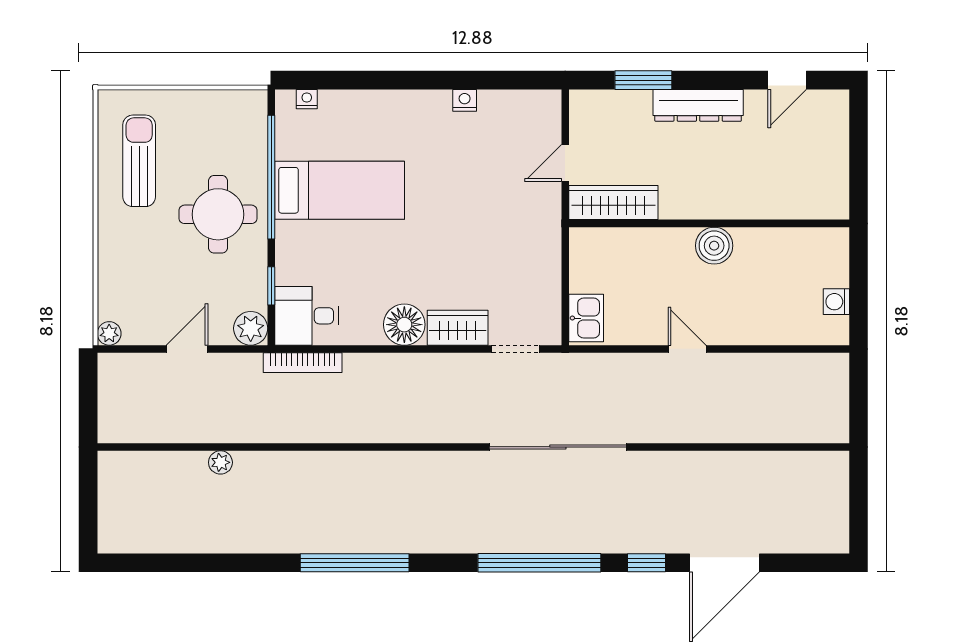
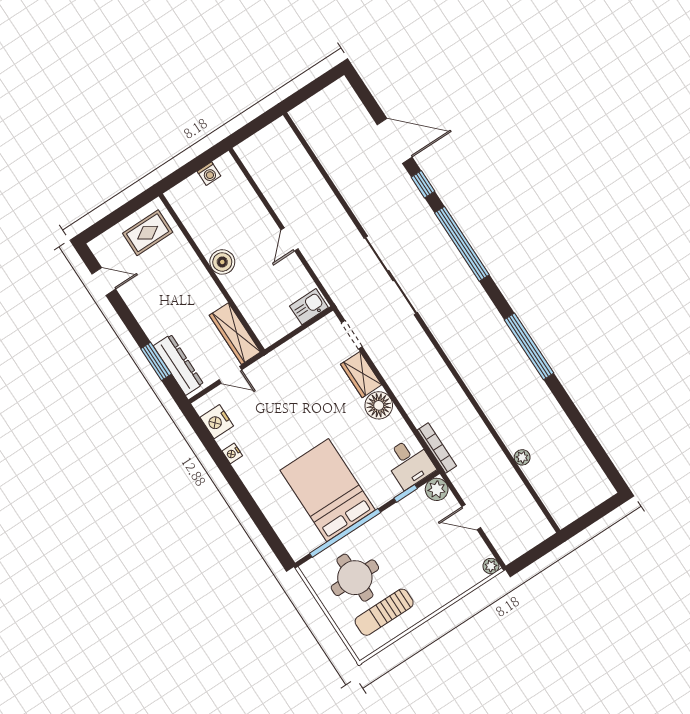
nightstand: (307, 99) -> (217, 422), moved, width x1.89, depth x1.79
dresser: (698, 105) -> (178, 365), moved
rug: (813, 176) -> (148, 233), added
bed: (340, 190) -> (328, 490), width x1.50
round table: (218, 214) -> (355, 578), moved

